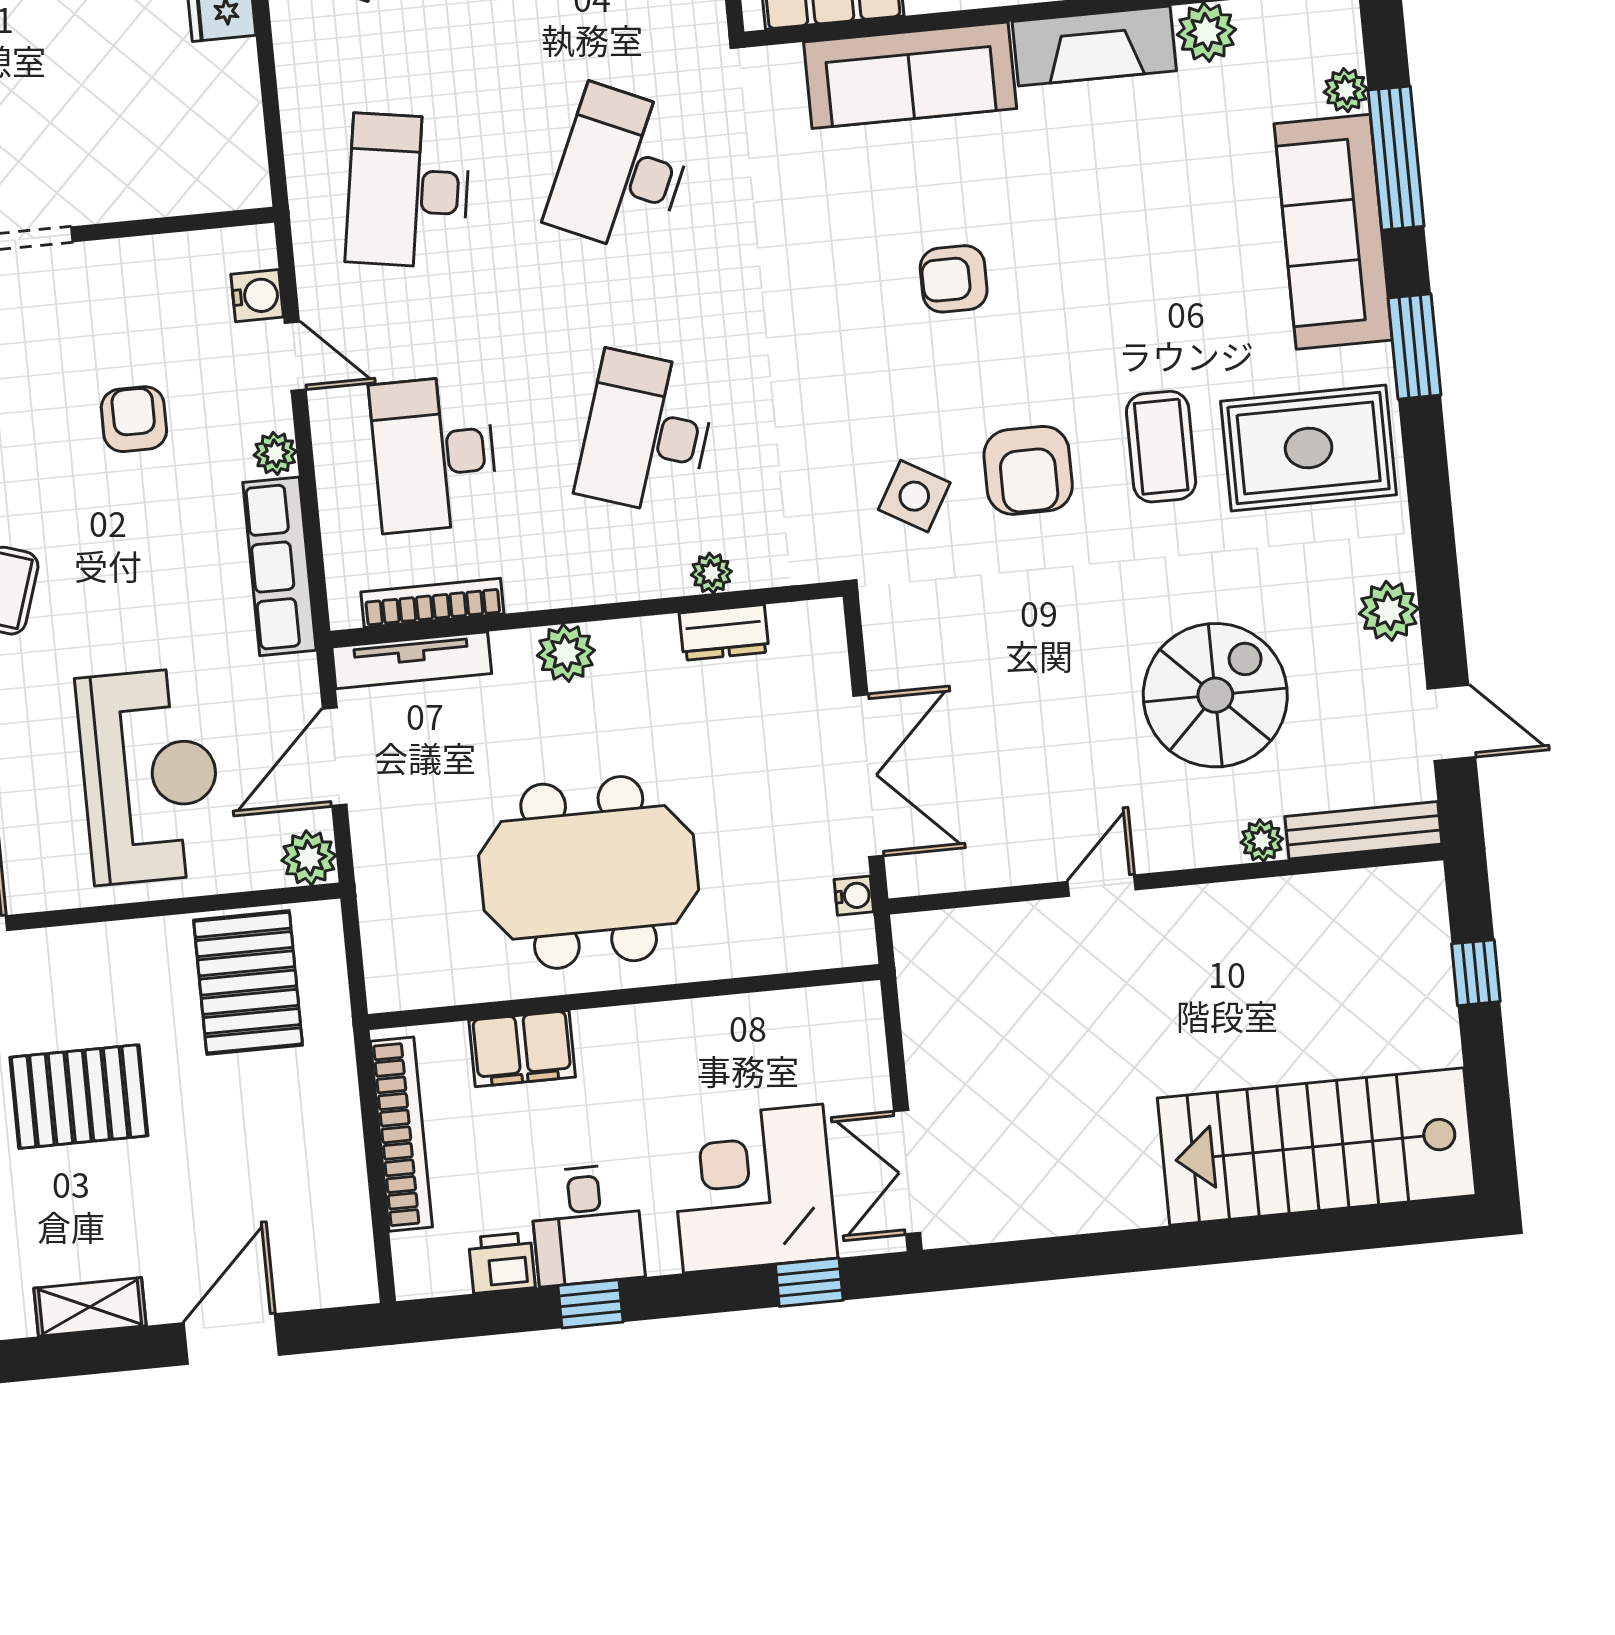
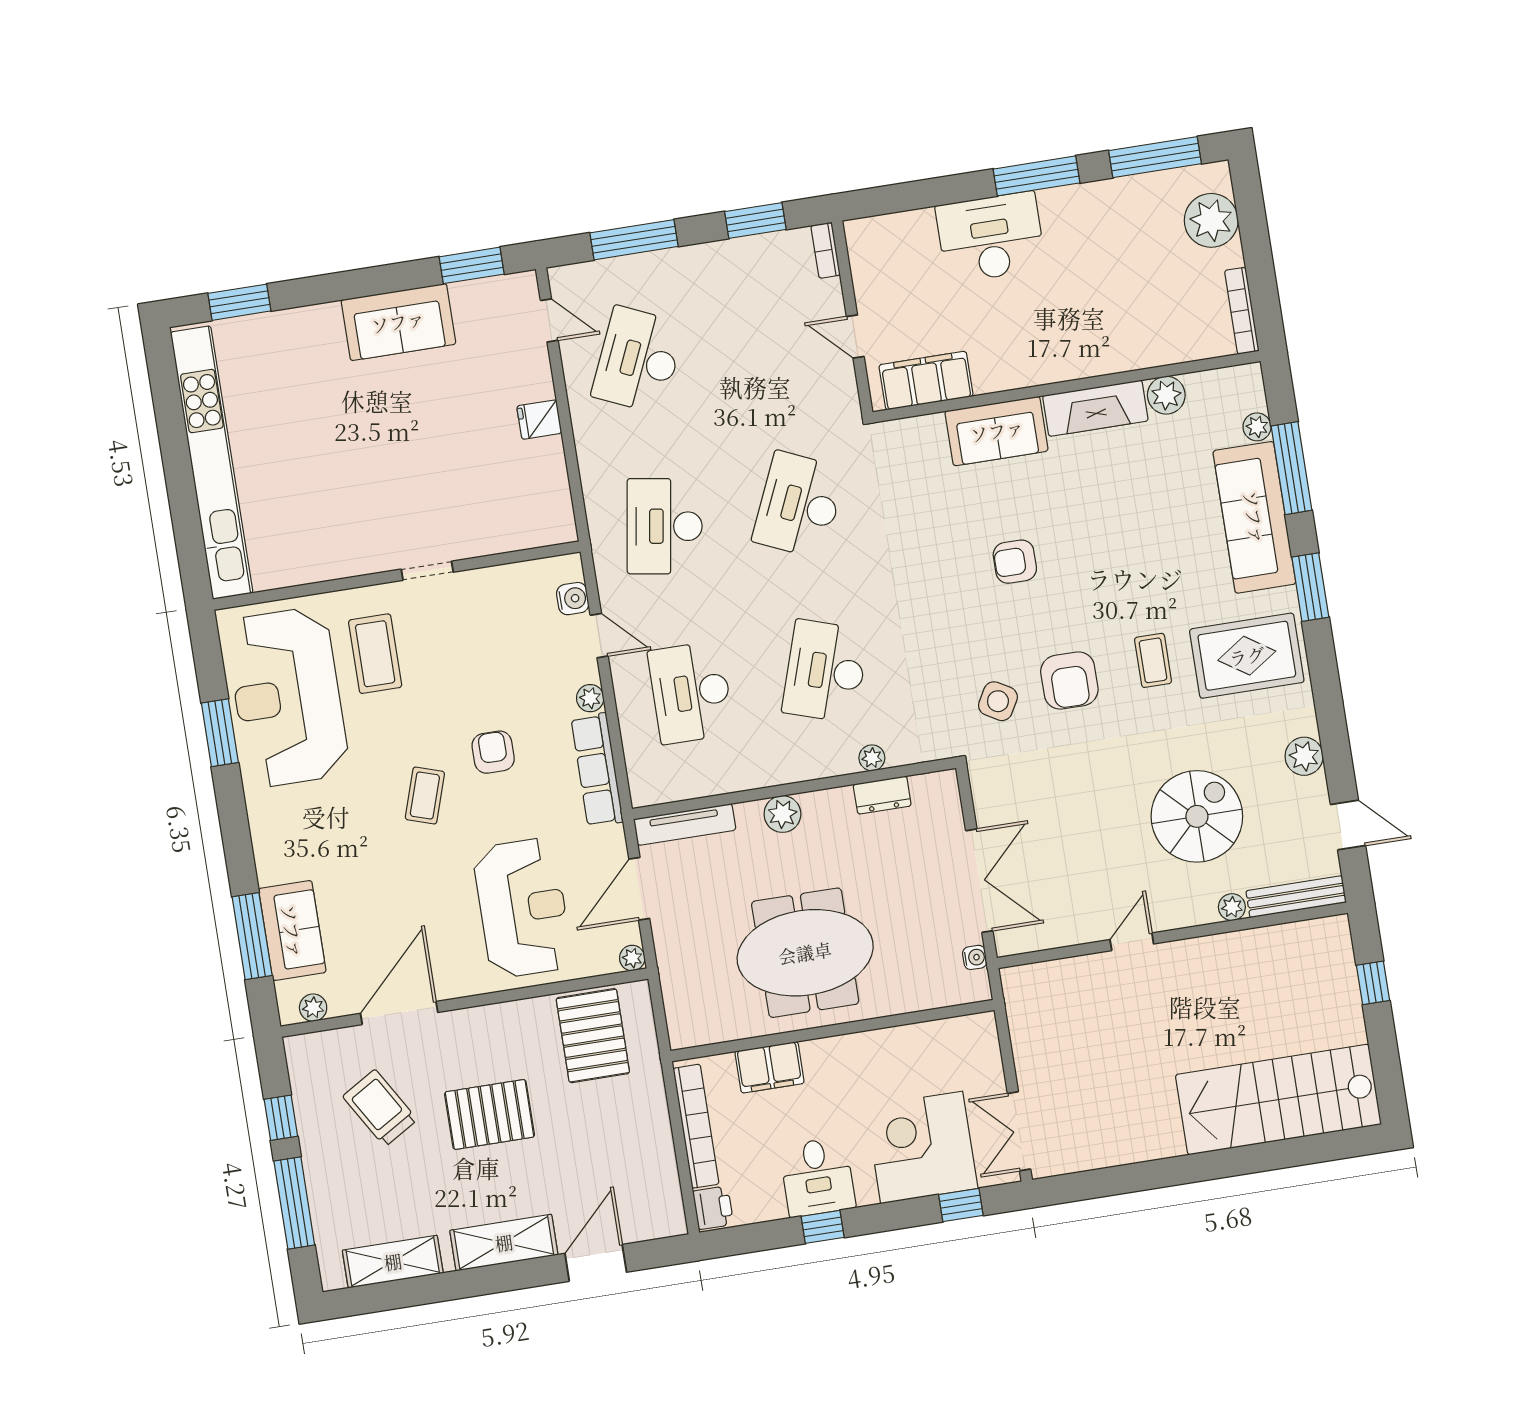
sofa: (910, 75) -> (997, 431), width x0.73
armchair: (134, 419) -> (493, 752), moved
coffee table: (1161, 447) -> (1153, 660), width x0.73, depth x0.77
bookcase: (432, 603) -> (696, 787), removed
plant: (309, 858) -> (632, 958), width x0.73, depth x0.73
printer: (502, 1263) -> (713, 1208), moved, turned 90
shelving: (90, 1307) -> (504, 1243), width x1.50, depth x1.33

